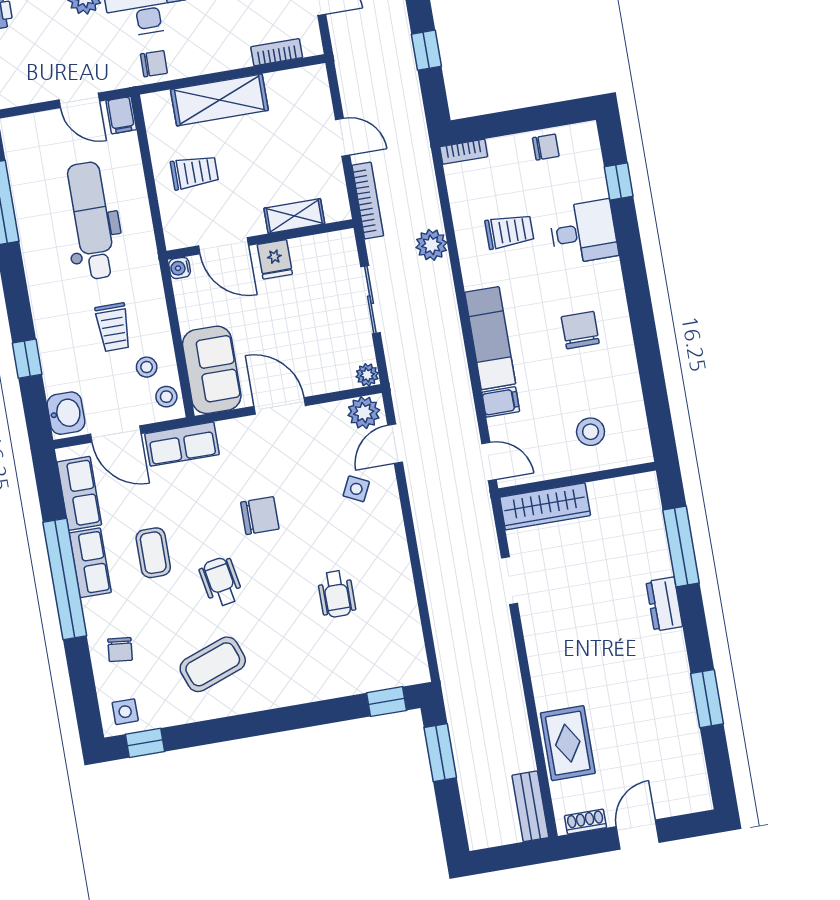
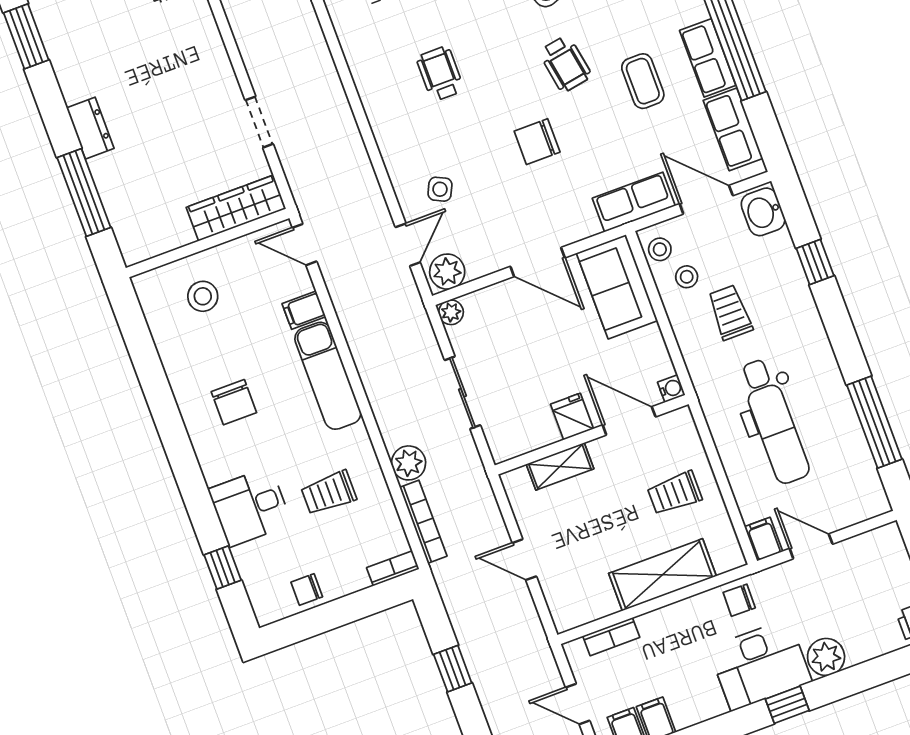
bookcase: (368, 201) -> (423, 522), moved, turned 180

